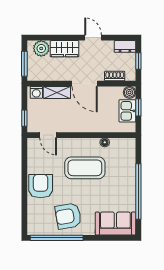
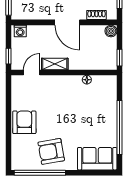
shelving: (57, 92) -> (55, 64), moved
window: (138, 107) -> (120, 58), moved
kitchen sink: (127, 111) -> (109, 49), removed
door: (48, 135) -> (32, 73), swing flipped
coffee table: (85, 168) -> (68, 104), removed

